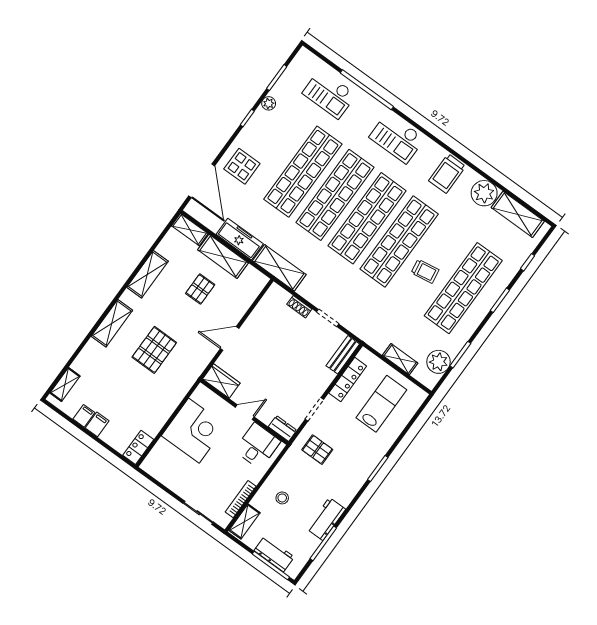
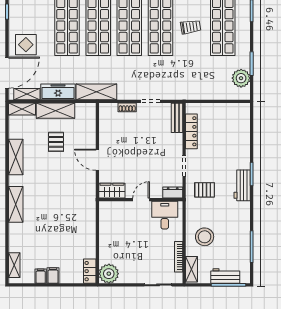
door: (202, 181) -> (7, 73), hinge flipped
door: (230, 338) -> (97, 160), hinge flipped
pallet: (154, 350) -> (55, 202), removed
shelving: (400, 359) -> (27, 94), moved
lab bench: (381, 404) -> (224, 131), removed
corner desk: (194, 431) -> (117, 235), removed
plant: (156, 464) -> (109, 274), added
stool: (282, 498) -> (205, 237), width x1.89, depth x1.89
workbench: (326, 519) -> (242, 185), moved

